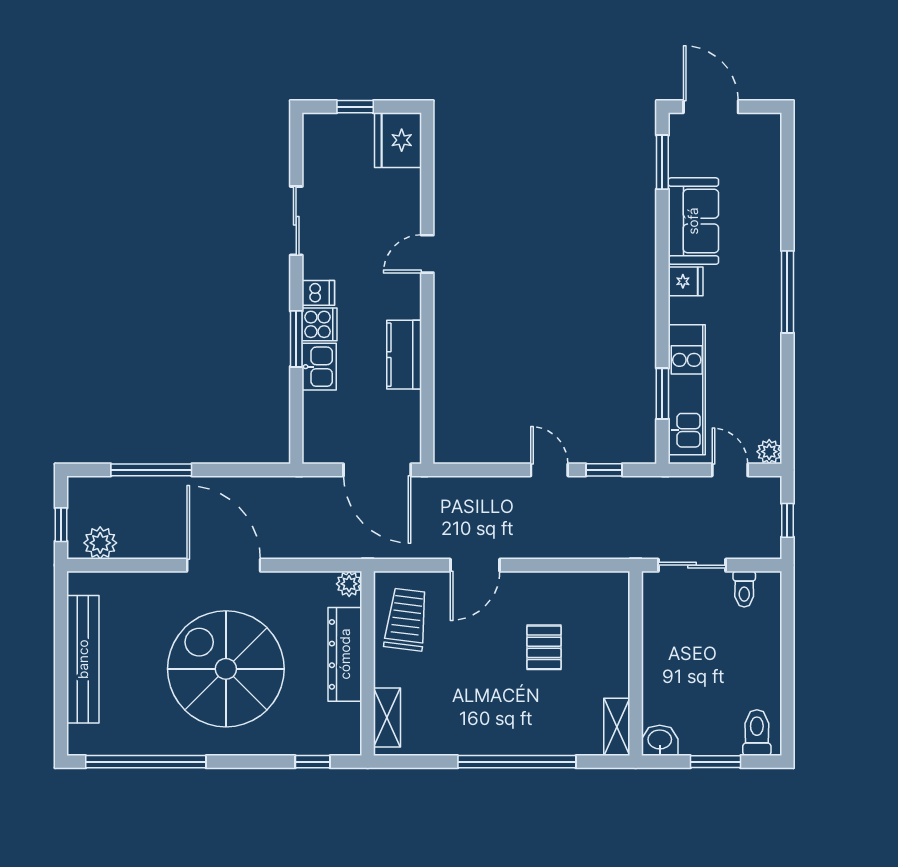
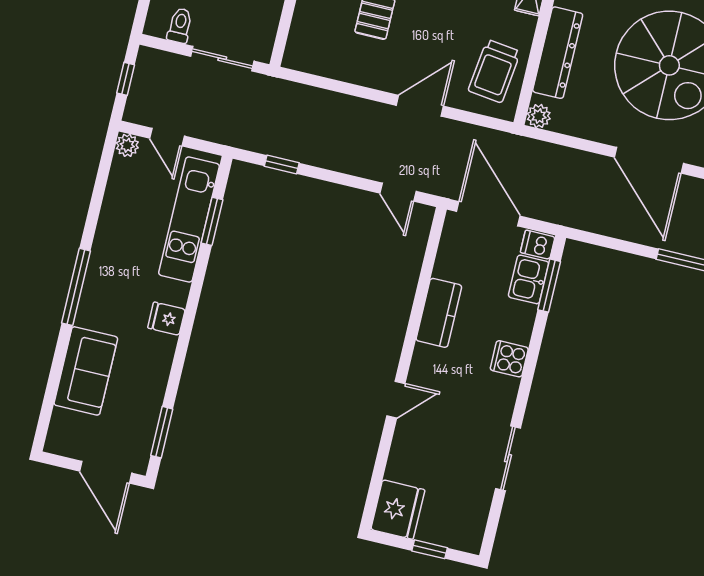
sofa: (693, 221) -> (86, 371), moved, turned 180
dishwasher: (318, 293) -> (538, 245), moved
window: (296, 339) -> (549, 286), moved
kitchen sink: (319, 367) -> (528, 279), moved
door: (549, 470) -> (398, 192), moved

